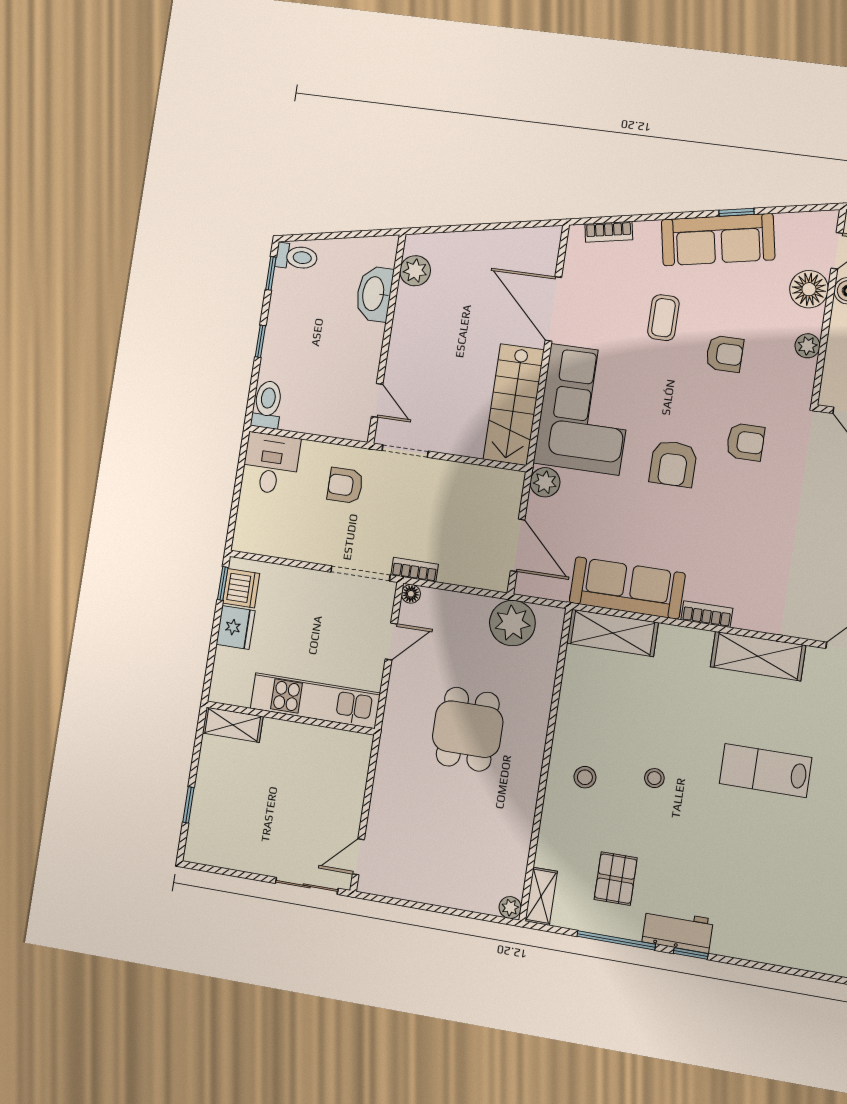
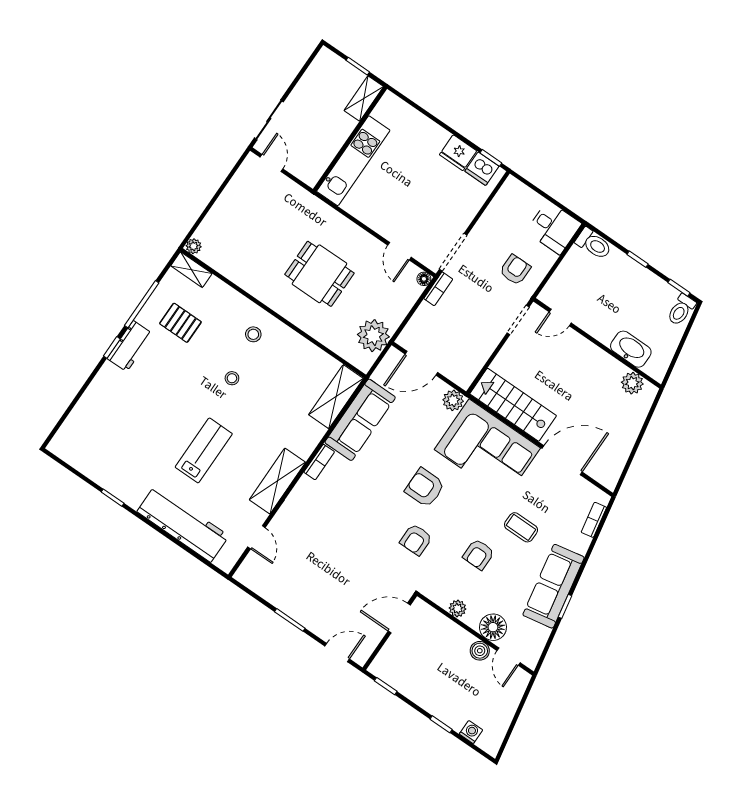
kitchen unit: (315, 701) -> (353, 161), moved
wall: (290, 718) -> (350, 139), moved
shelving: (233, 725) -> (364, 99), moved

